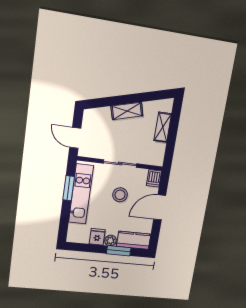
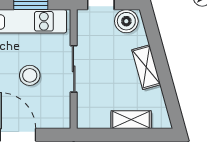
boiler: (91, 121) -> (126, 21), added
dishwasher: (154, 178) -> (59, 120), removed

